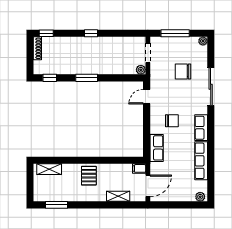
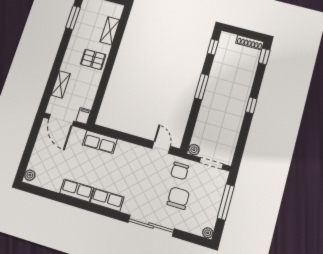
chair: (172, 121) -> (180, 171), moved
row of seats: (201, 161) -> (77, 190), width x0.68
shelving: (49, 169) -> (110, 31), moved

